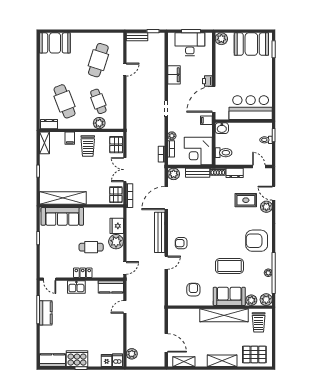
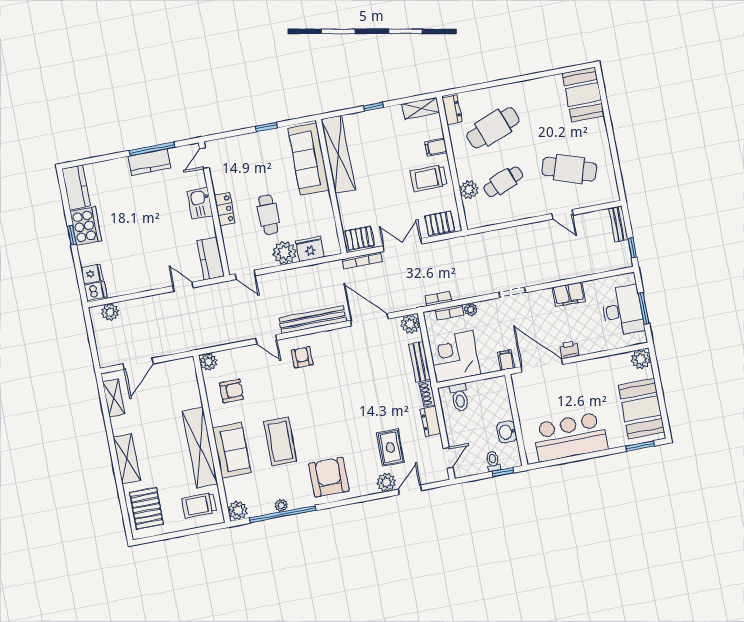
bar counter: (251, 108) -> (570, 437), moved, turned -90
washbasin: (222, 128) -> (507, 432), moved
plant: (251, 300) -> (208, 362), moved

